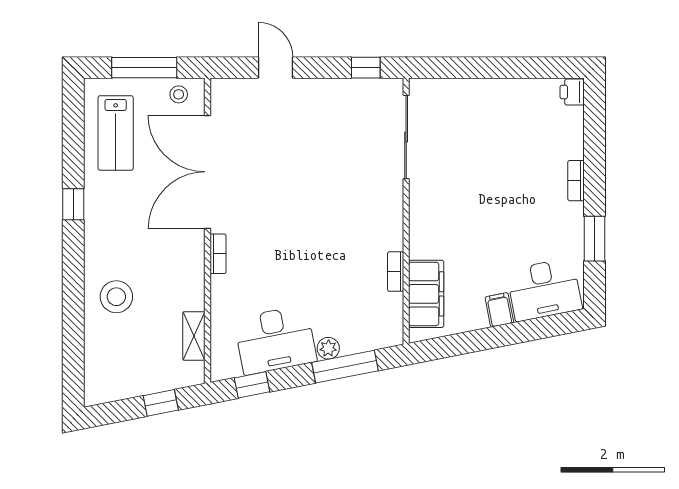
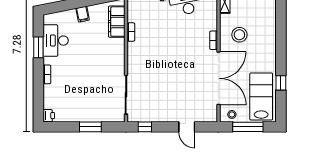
window: (483, 68) -> (90, 127), added
lab bench: (116, 133) -> (261, 96), width x1.36, depth x1.39
window: (73, 204) -> (281, 83), moved
desk: (544, 290) -> (56, 41), moved, turned -79
stool: (116, 297) -> (239, 35), moved

